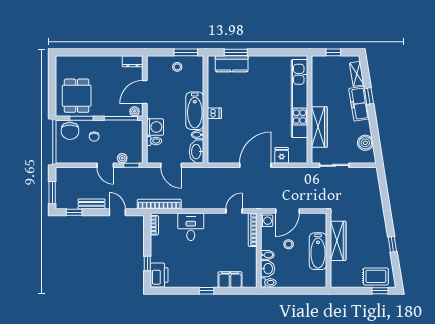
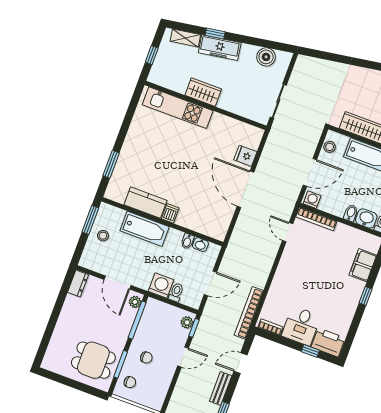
kitchen counter: (232, 64) -> (145, 203), moved, turned -90
kitchen unit: (300, 99) -> (178, 108), width x0.73
bathtub: (195, 111) -> (145, 229), moved
wardrobe: (319, 127) -> (203, 92), moved, width x0.67
chair: (70, 131) -> (130, 382), width x0.54, depth x0.54
washbasin: (197, 152) -> (200, 245), width x0.52, depth x0.69
plant: (122, 158) -> (187, 322), moved
door: (287, 211) -> (310, 172), hinge flipped
desk: (191, 227) -> (301, 326), moved, turned -90
stool: (289, 244) -> (330, 147), moved

